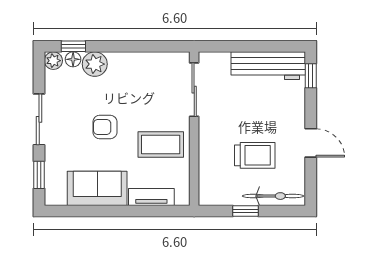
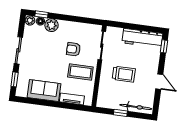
armchair: (105, 127) -> (73, 49), moved
trolley: (255, 155) -> (124, 74), moved

